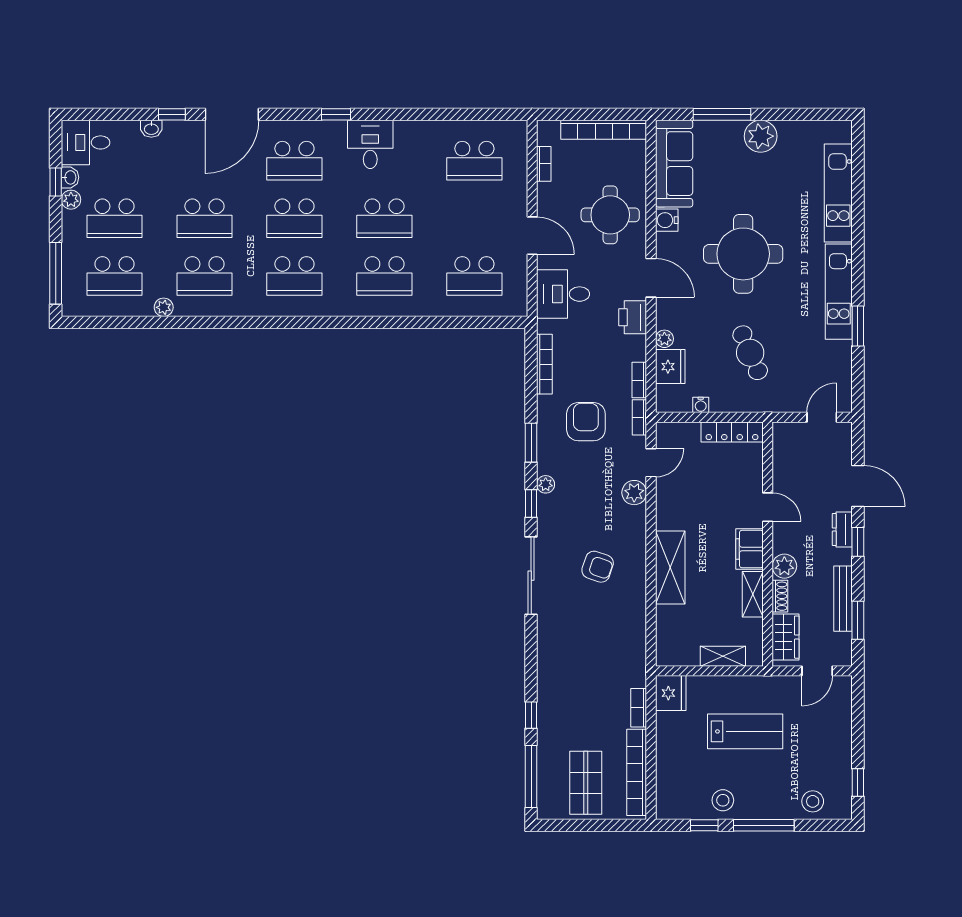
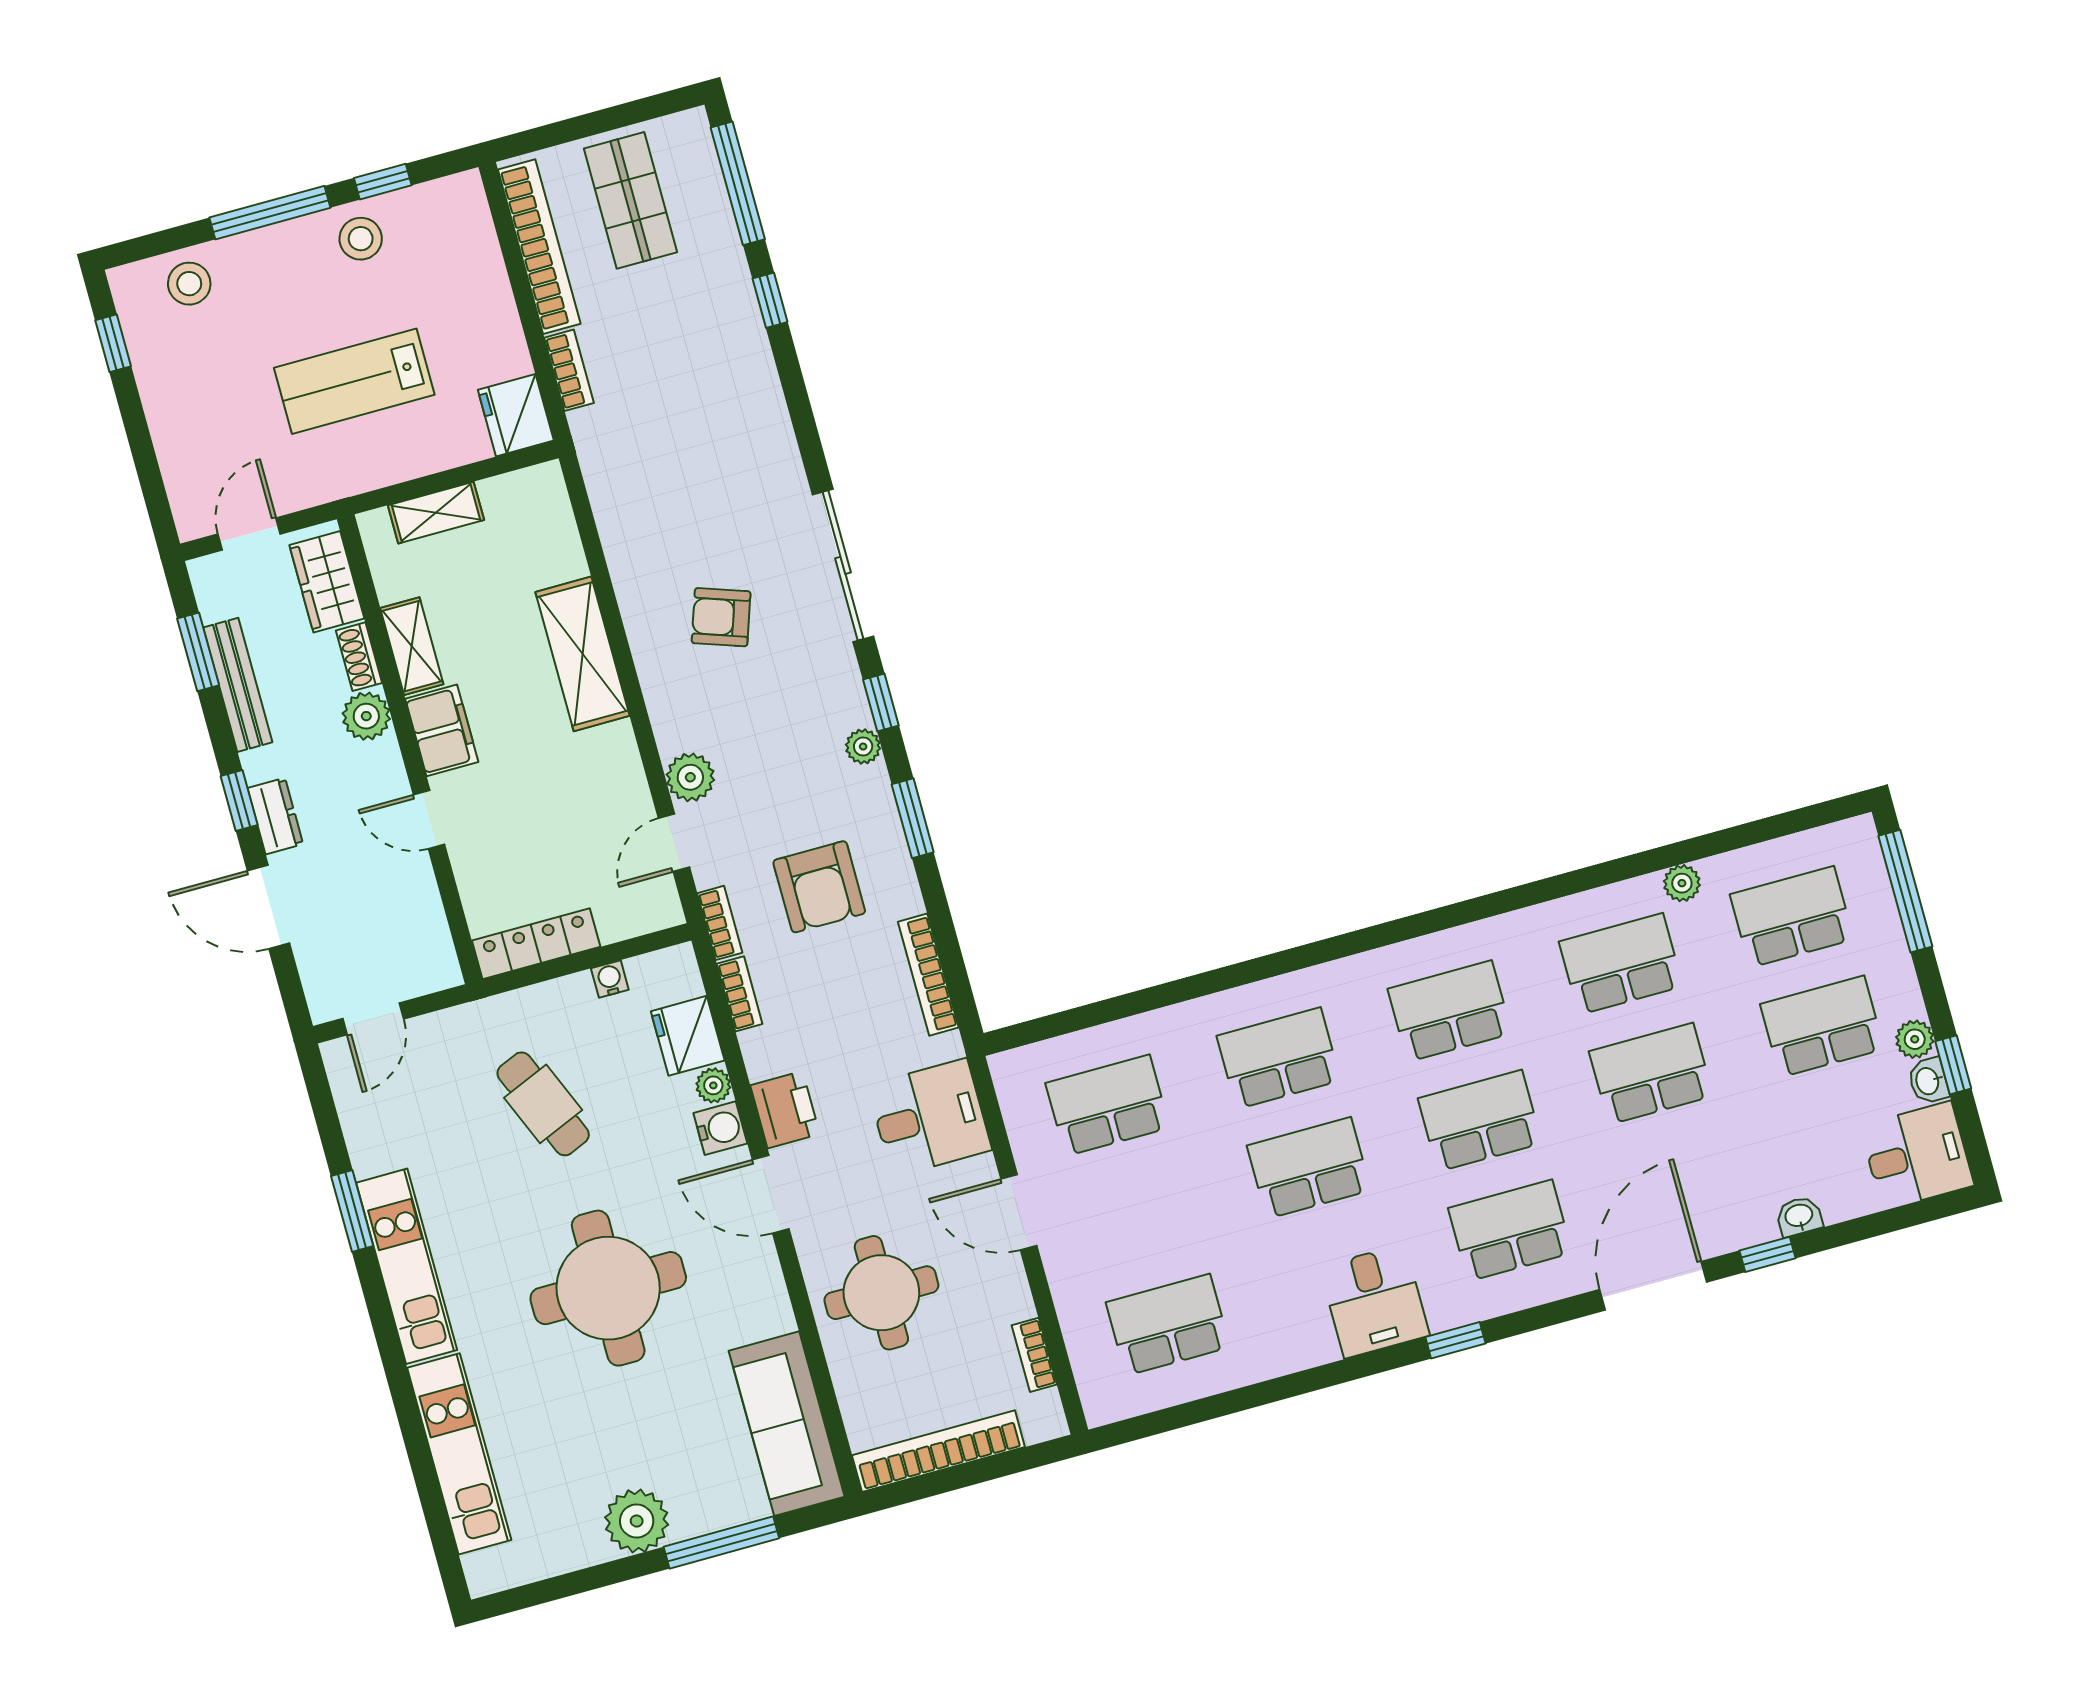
water cooler: (667, 220) -> (720, 1128), moved

